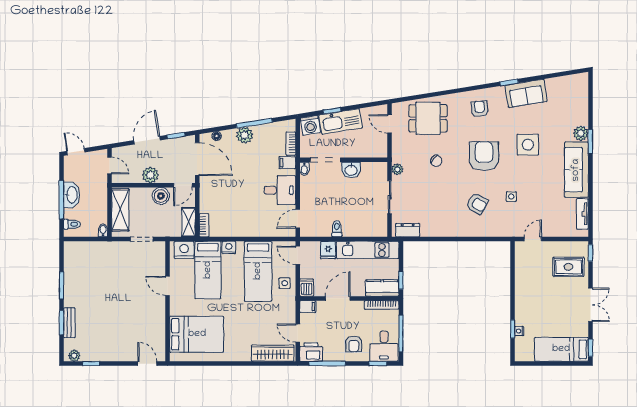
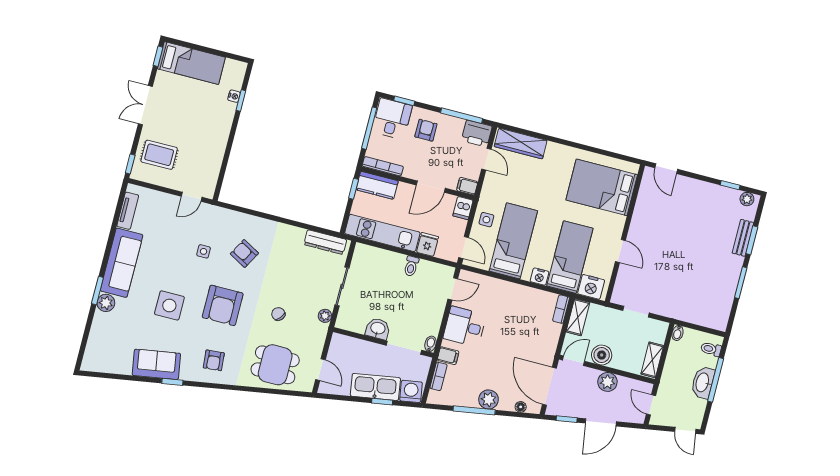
shelving: (120, 210) -> (652, 360), width x0.67, depth x0.75
dresser: (408, 230) -> (325, 242), width x1.44

